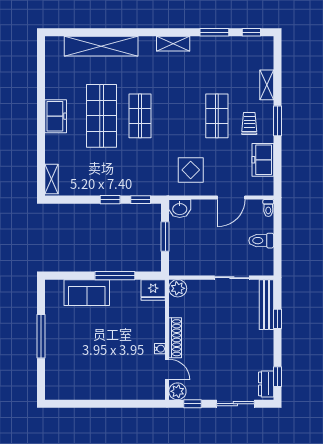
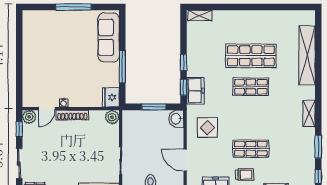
freezer: (56, 116) -> (195, 91), moved, turned -90
sofa: (87, 293) -> (109, 37), width x1.36

